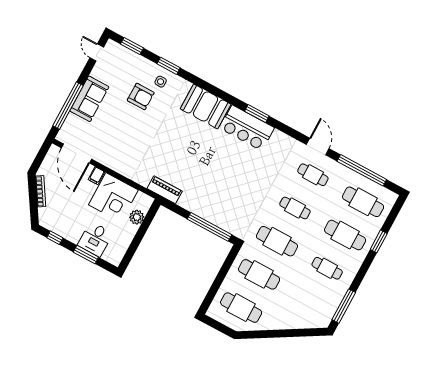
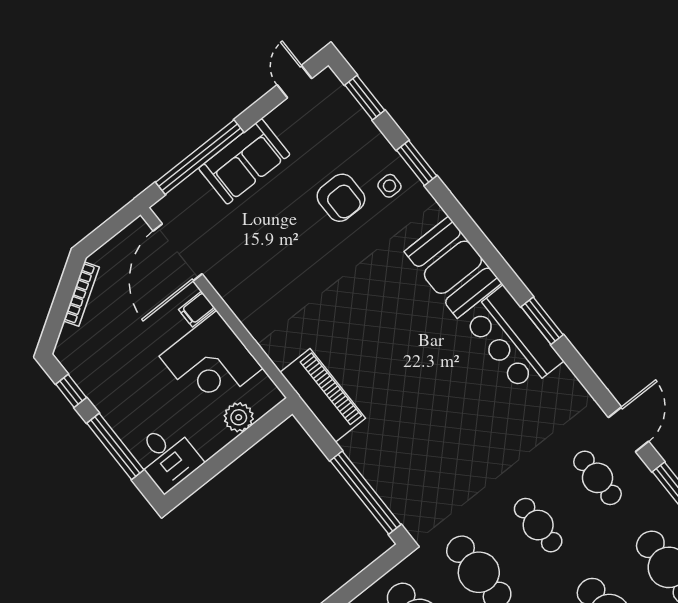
piano: (165, 190) -> (323, 395), width x1.37, depth x1.33
desk: (95, 239) -> (167, 457), moved, turned -90
window: (86, 255) -> (115, 447), width x1.44

